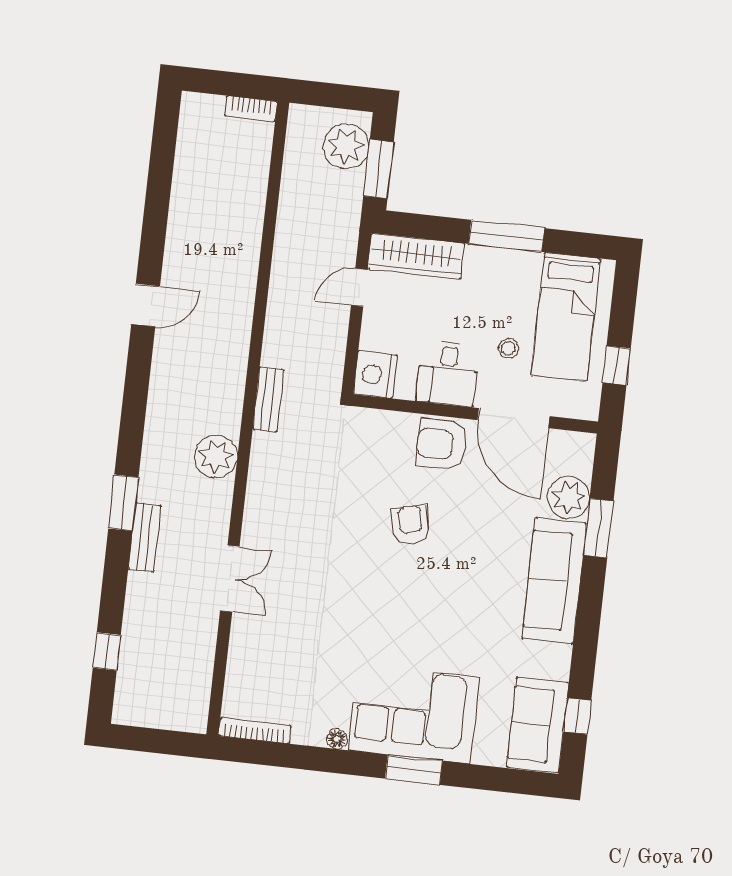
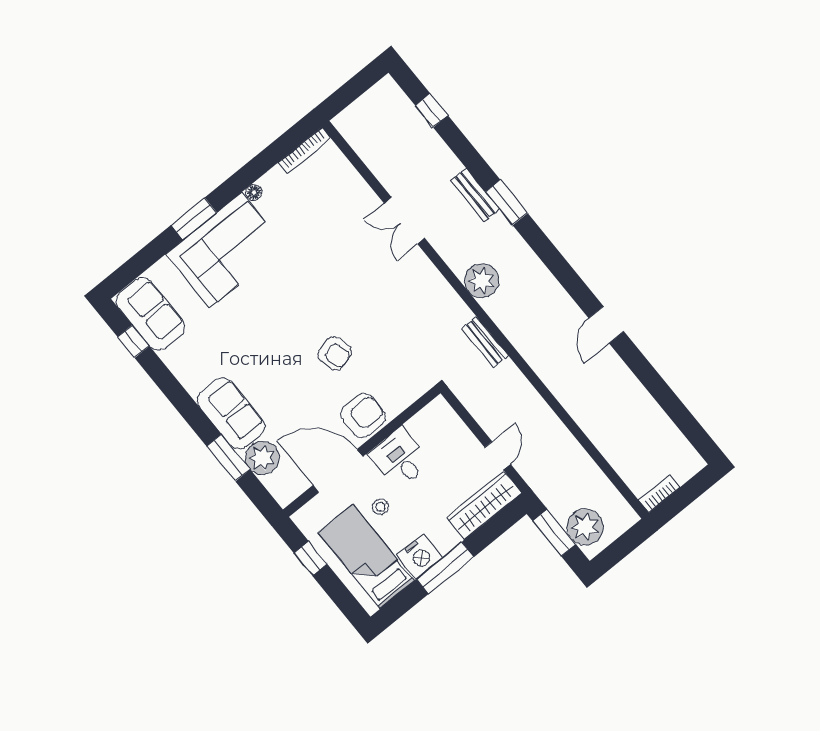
nightstand: (375, 375) -> (420, 556), moved, turned 90
sofa: (554, 581) -> (231, 413), width x0.73

